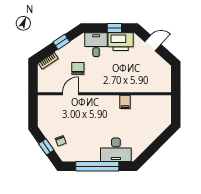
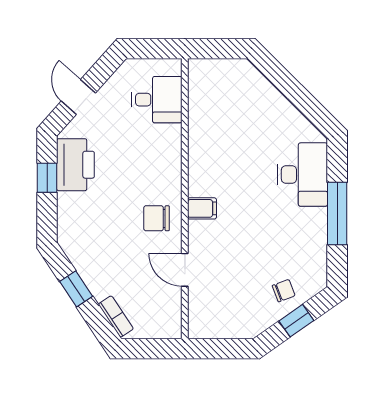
desk: (96, 45) -> (157, 100), moved, turned 180
chair: (78, 68) -> (157, 218), moved
filing cabinet: (125, 102) -> (202, 208), moved
window: (97, 166) -> (337, 214), width x0.68

